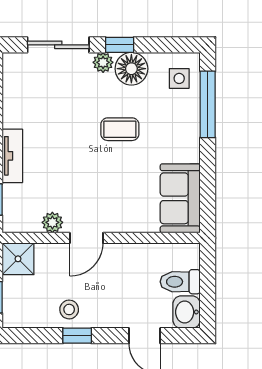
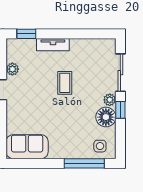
coffee table: (120, 129) -> (65, 83), moved

